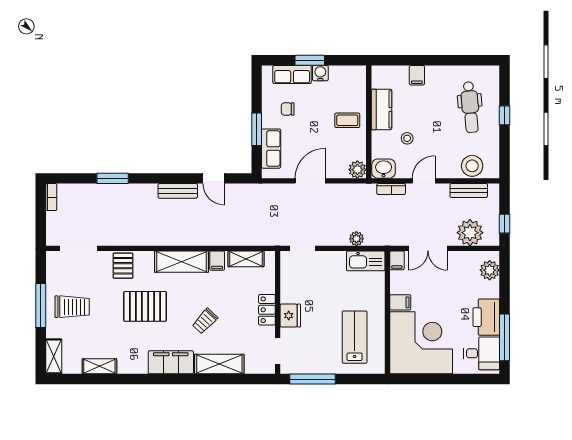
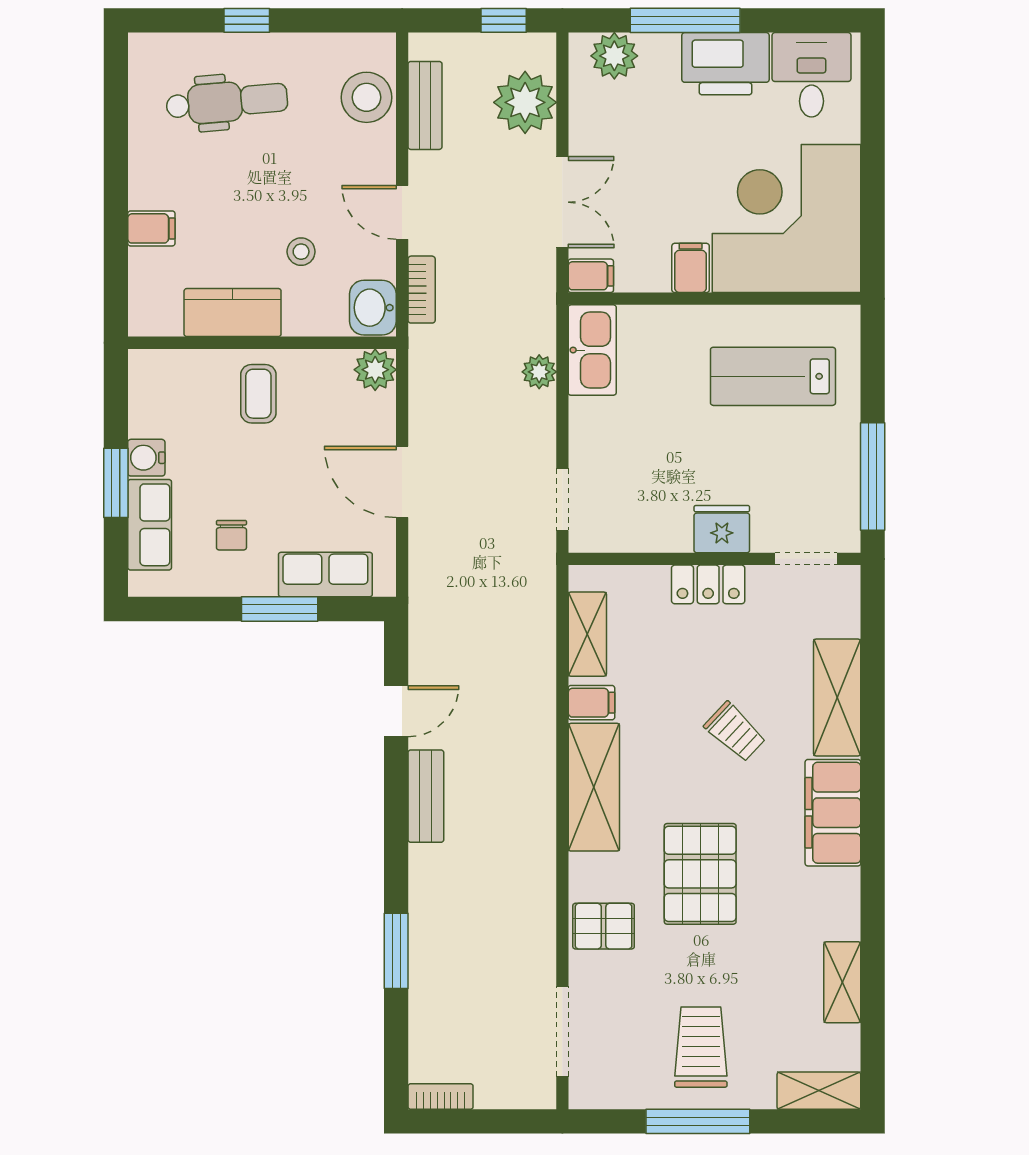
window: (505, 337) -> (685, 20), moved

